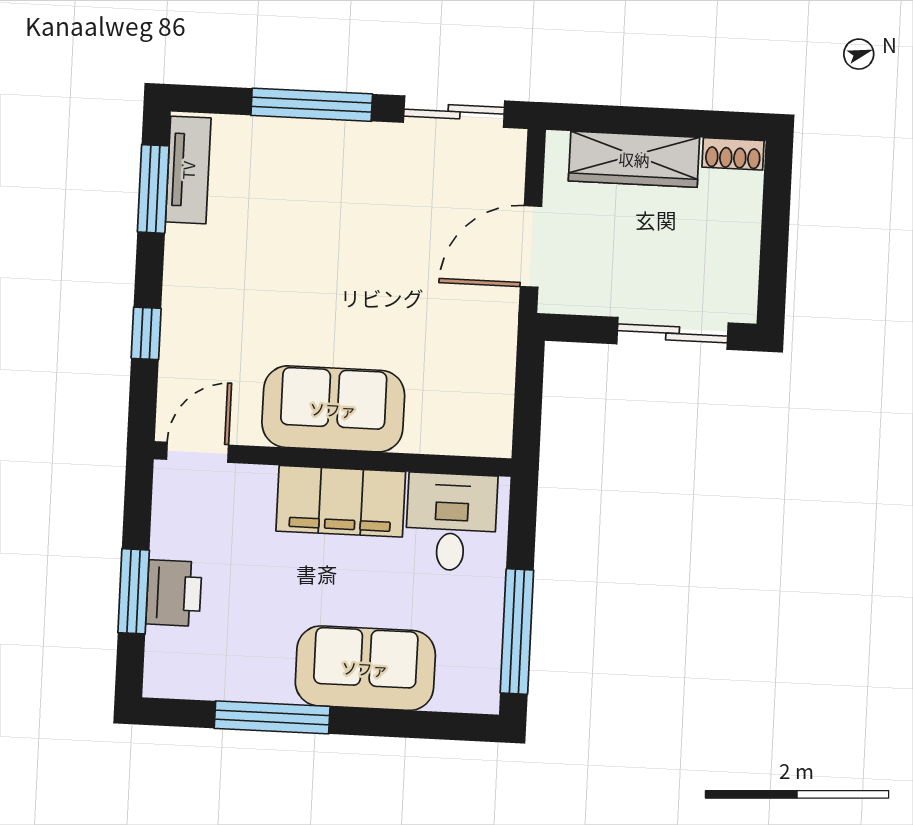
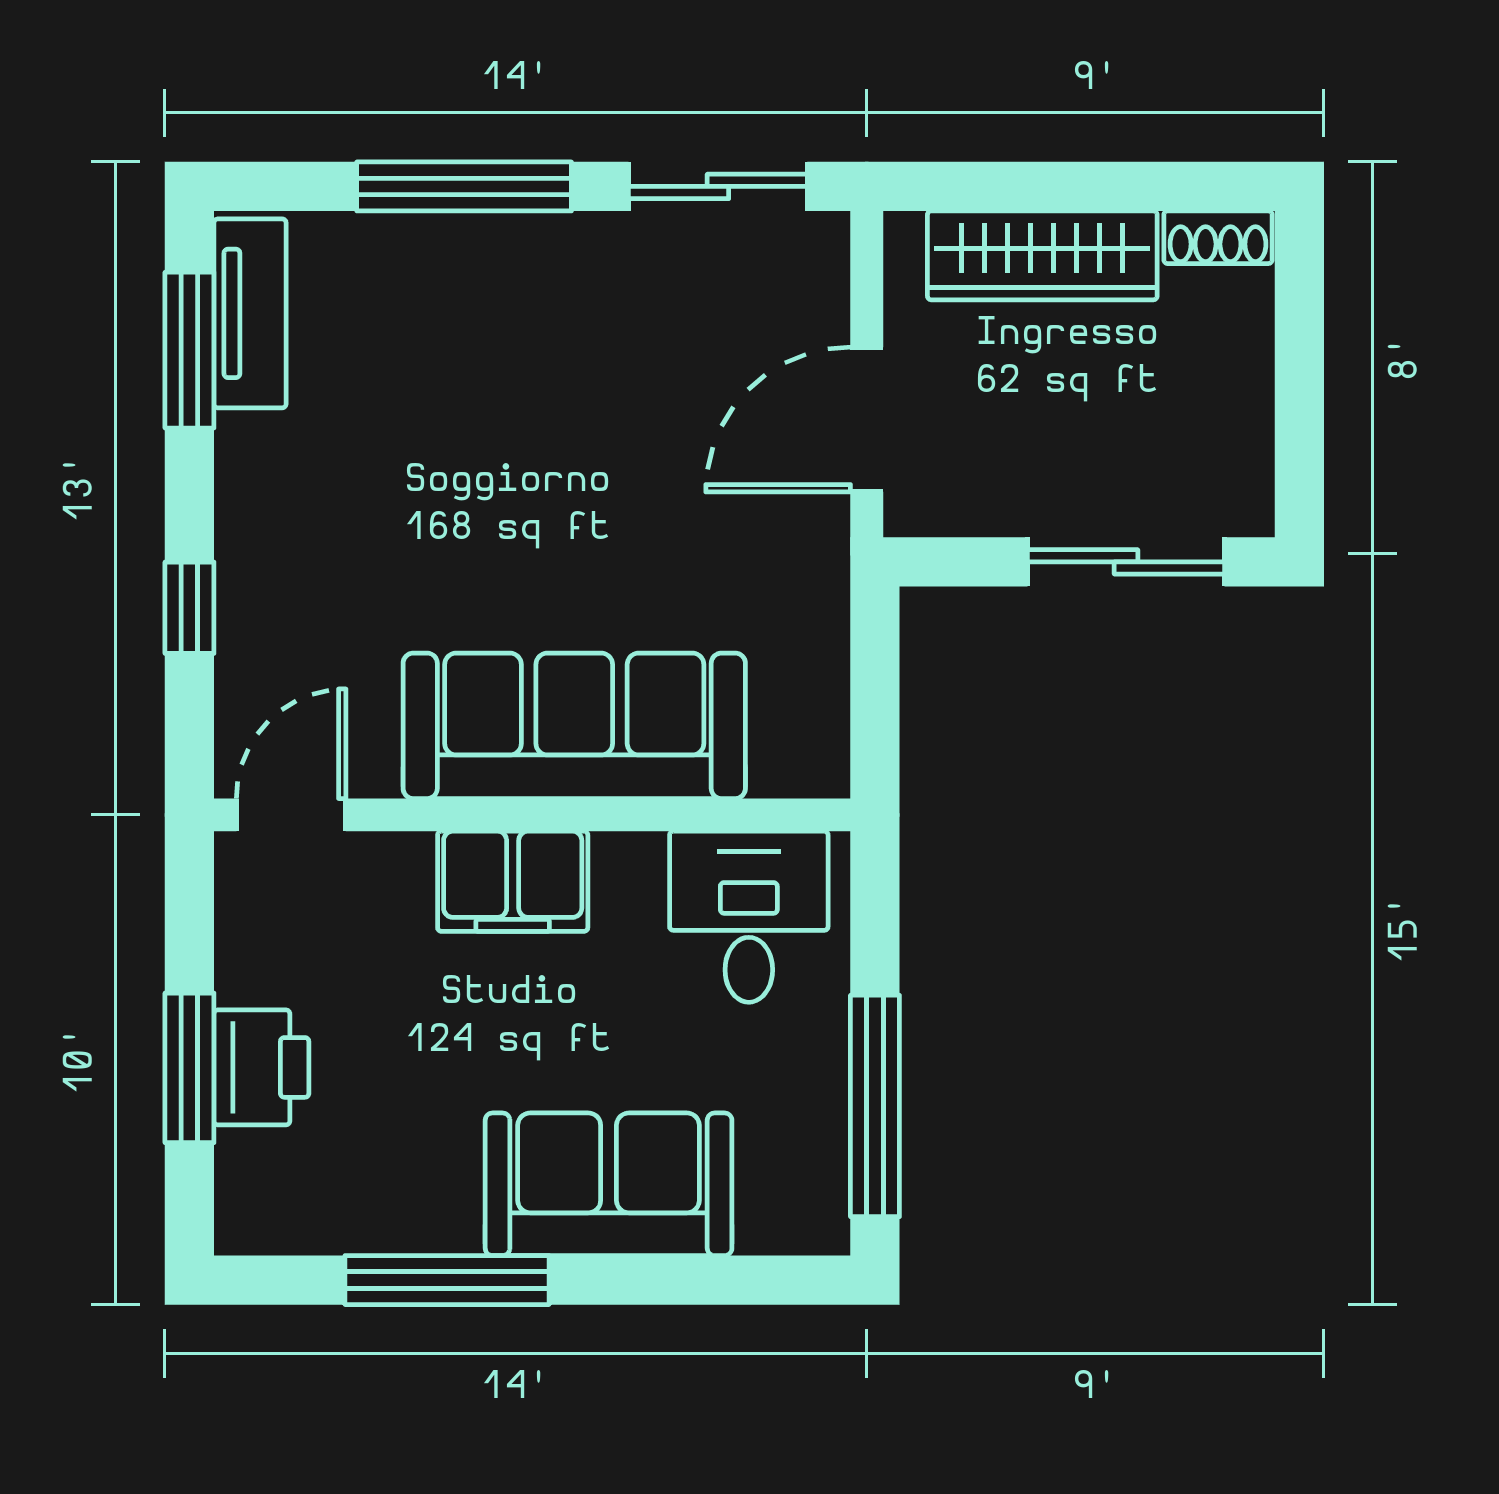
sofa: (333, 409) -> (574, 726), width x1.36
filing cabinet: (341, 501) -> (513, 881), width x0.67, depth x0.86

